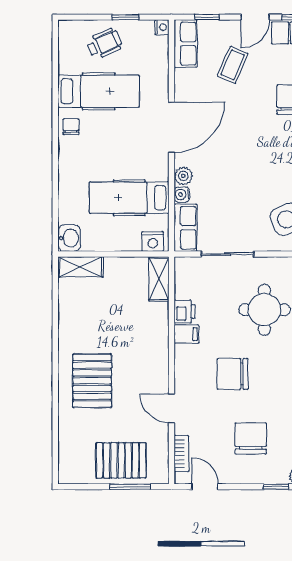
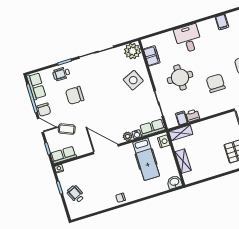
hospital bed: (99, 91) -> (99, 190), removed
shelving: (80, 267) -> (183, 161), moved
filing cabinet: (187, 334) -> (182, 118), moved
chair: (233, 374) -> (216, 83), turned 180

